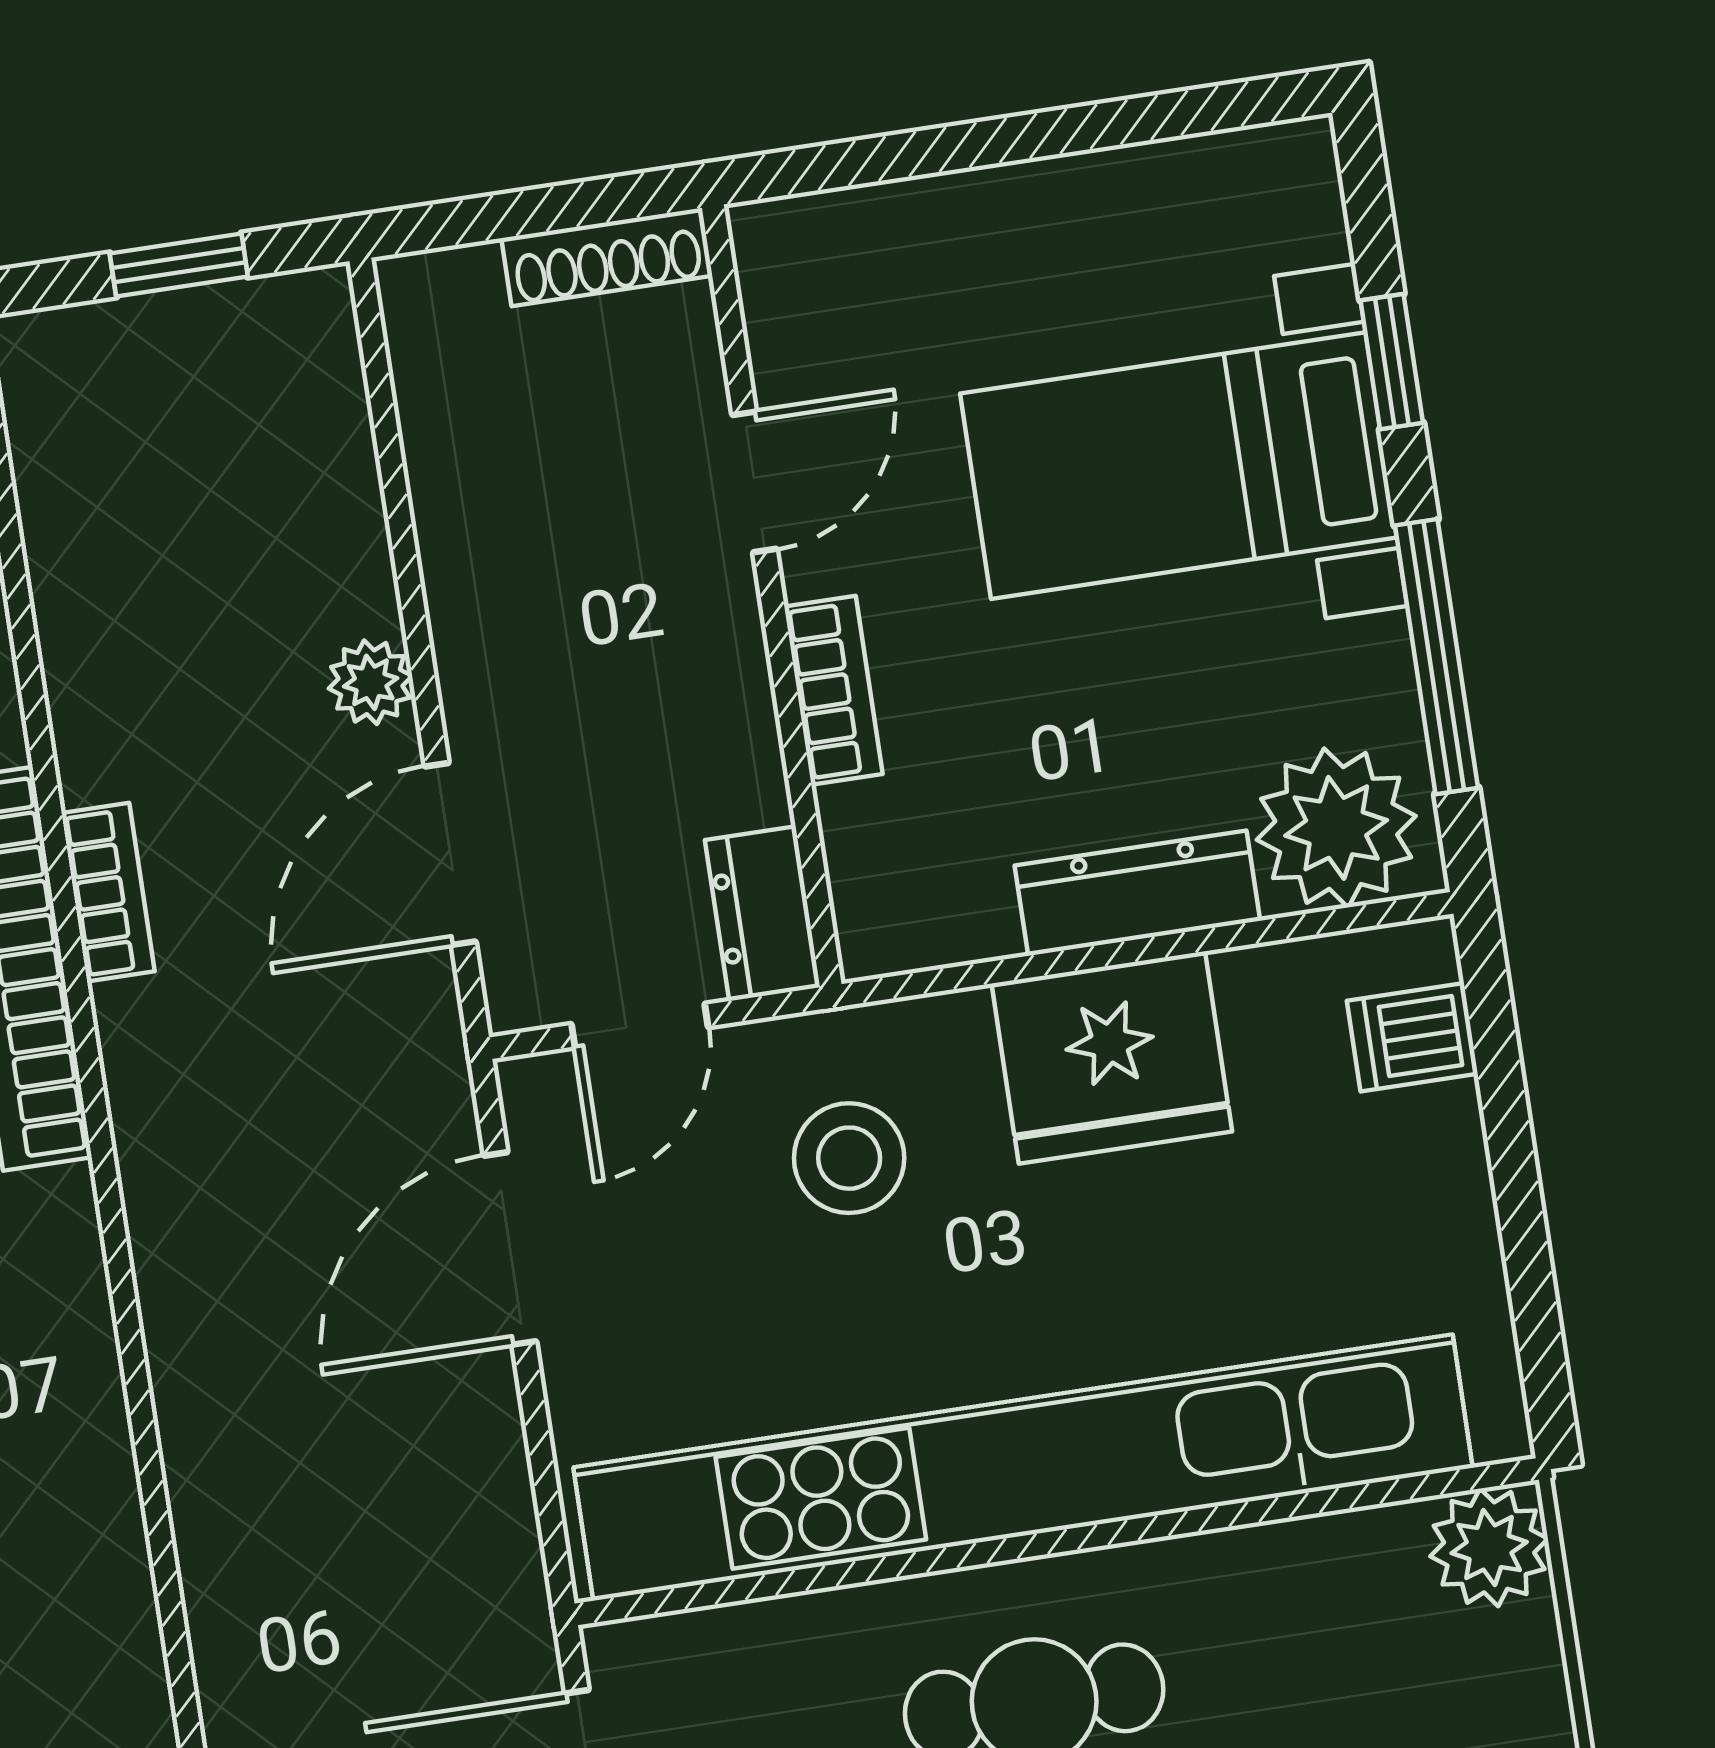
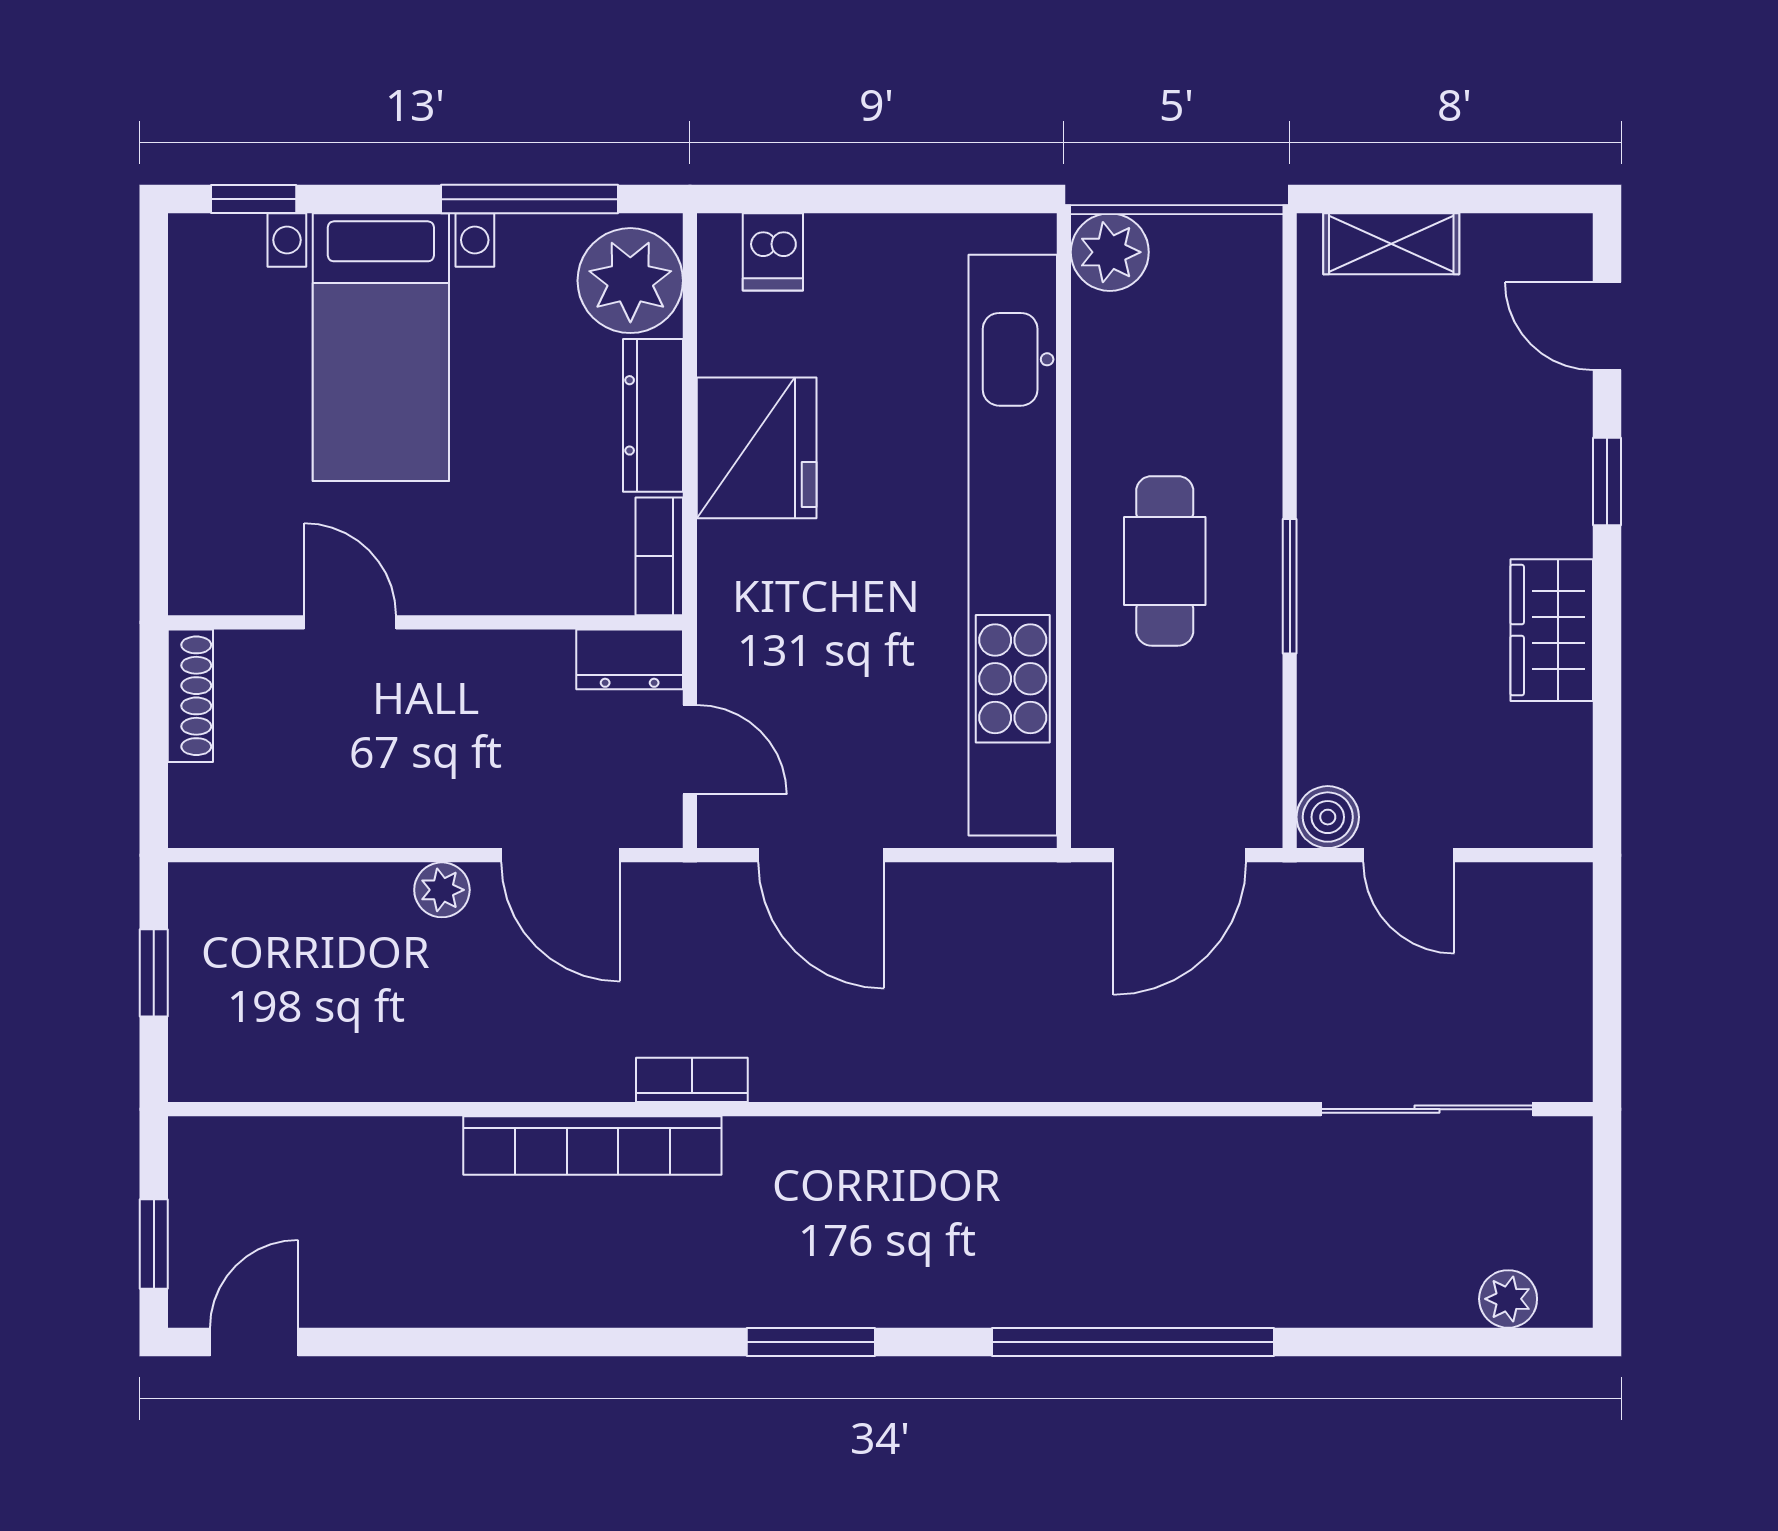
window: (1392, 362) -> (254, 199), moved
bookcase: (833, 690) -> (659, 556), moved, turned -90
bookcase: (108, 892) -> (692, 1080), moved
stool: (849, 1158) -> (796, 627), removed

